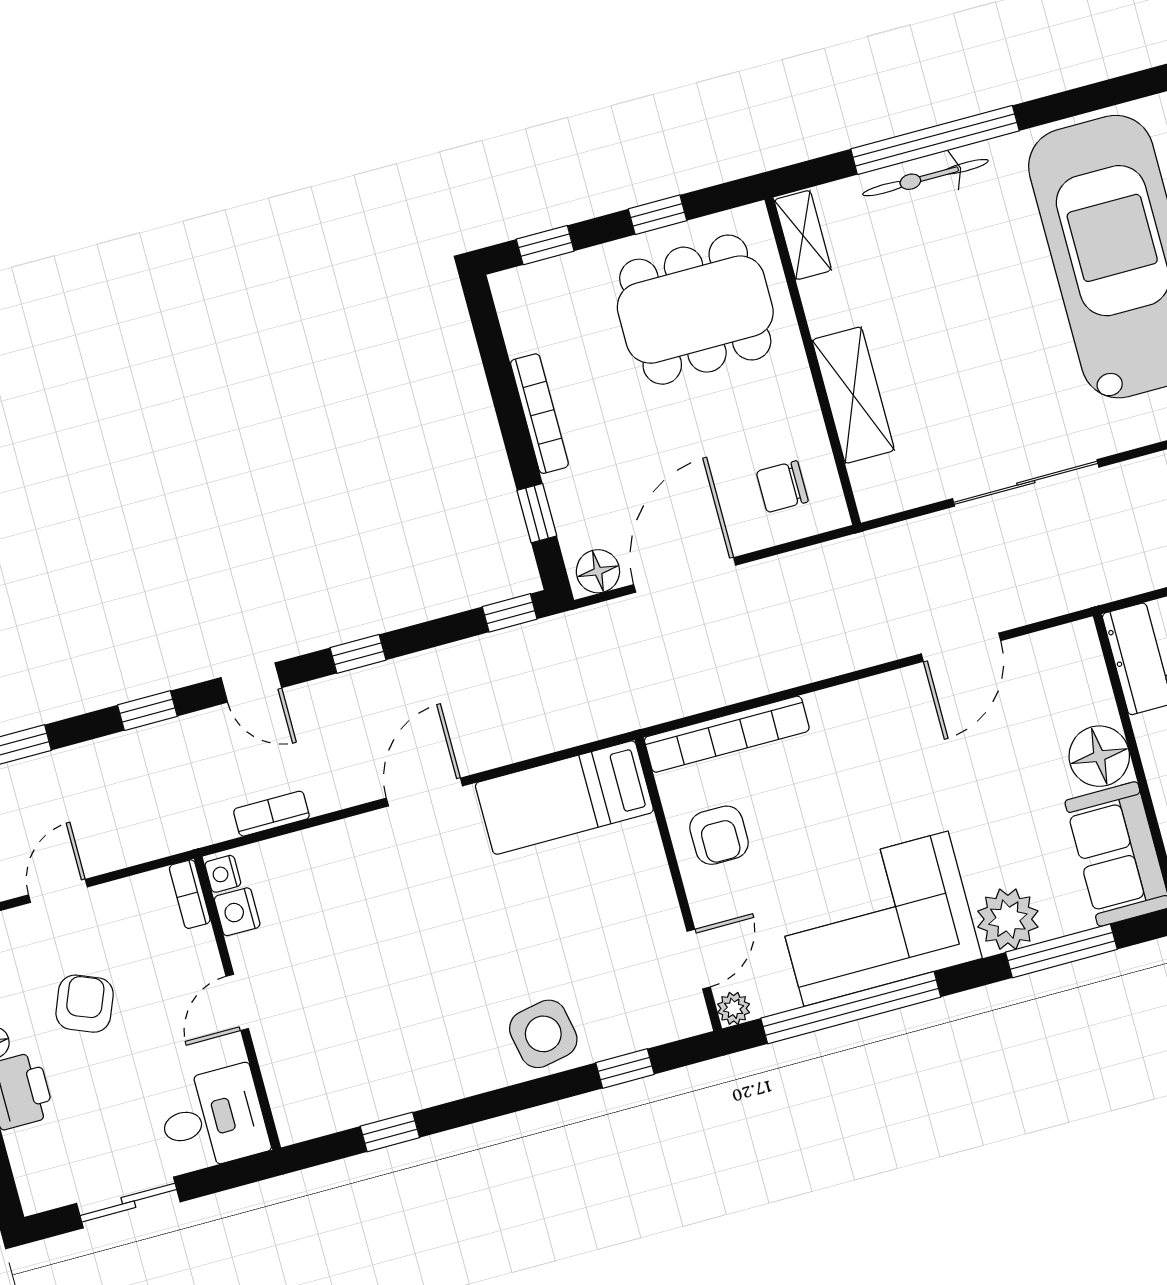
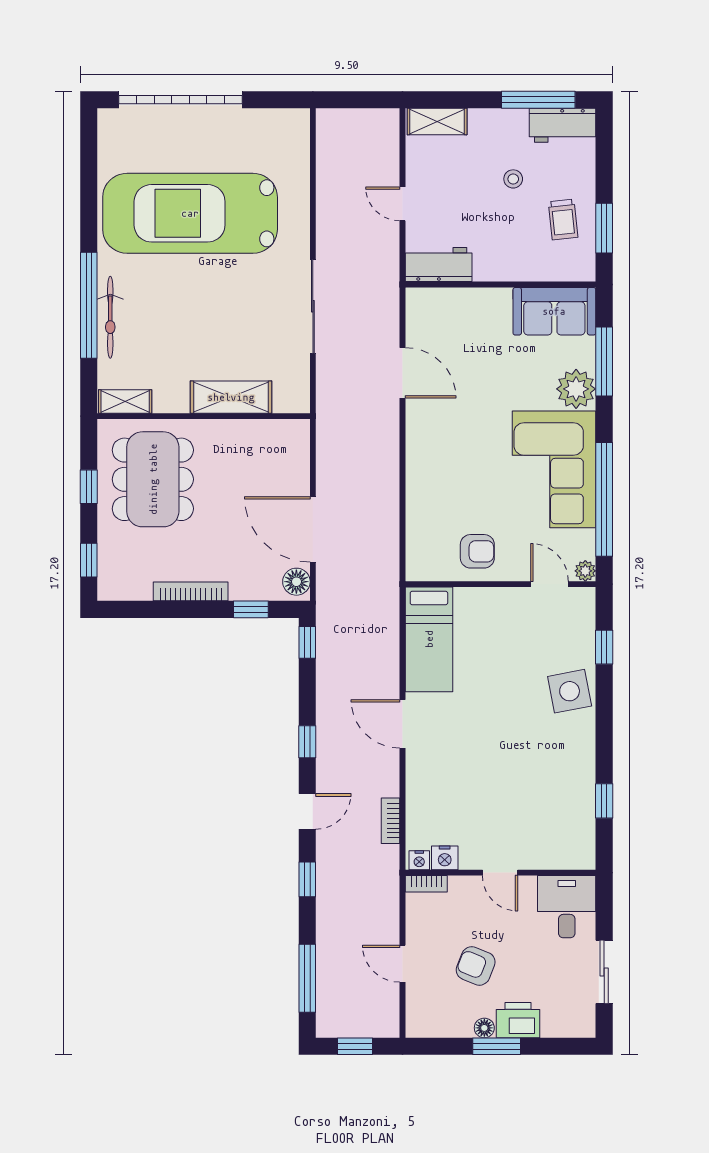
chair: (782, 487) -> (275, 455), removed
bookcase: (727, 734) -> (417, 530), removed
floor lamp: (1099, 756) -> (492, 306), removed

